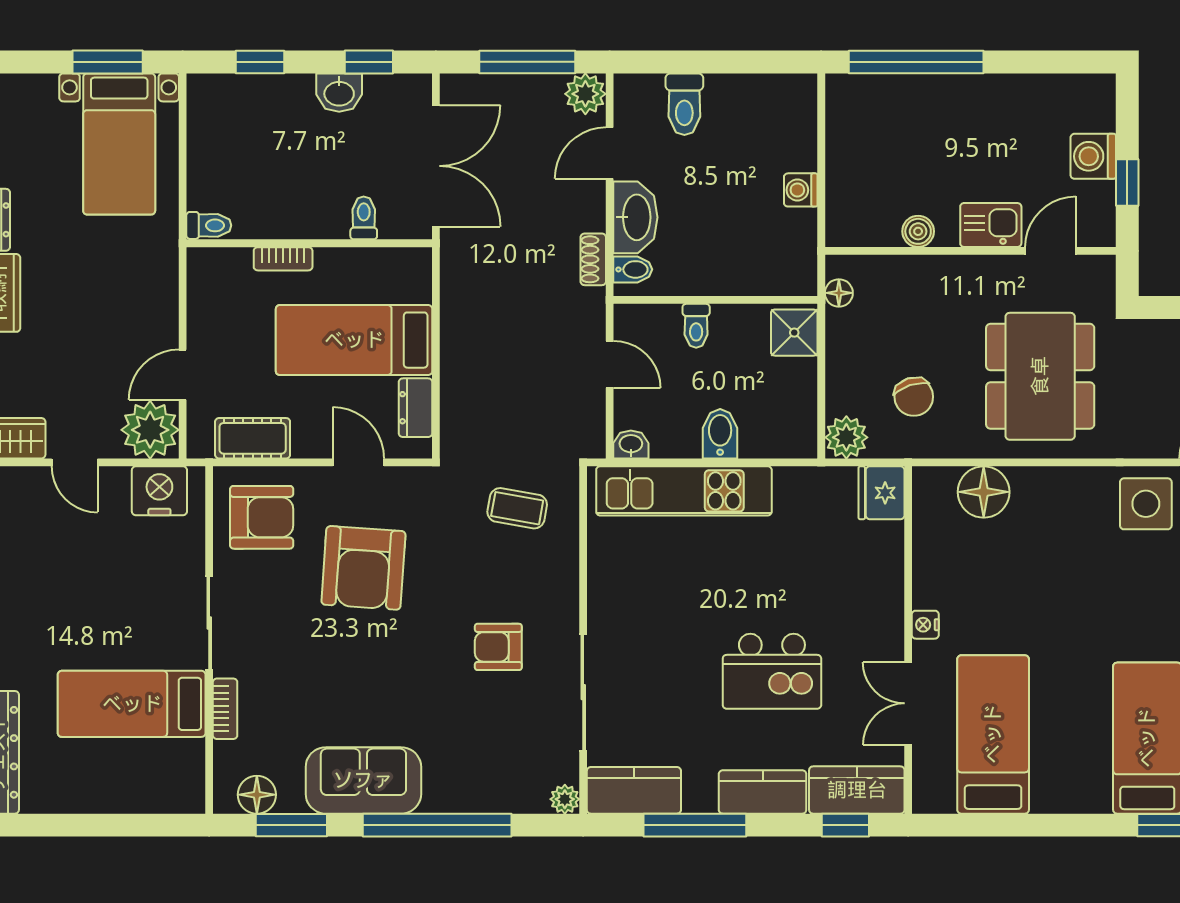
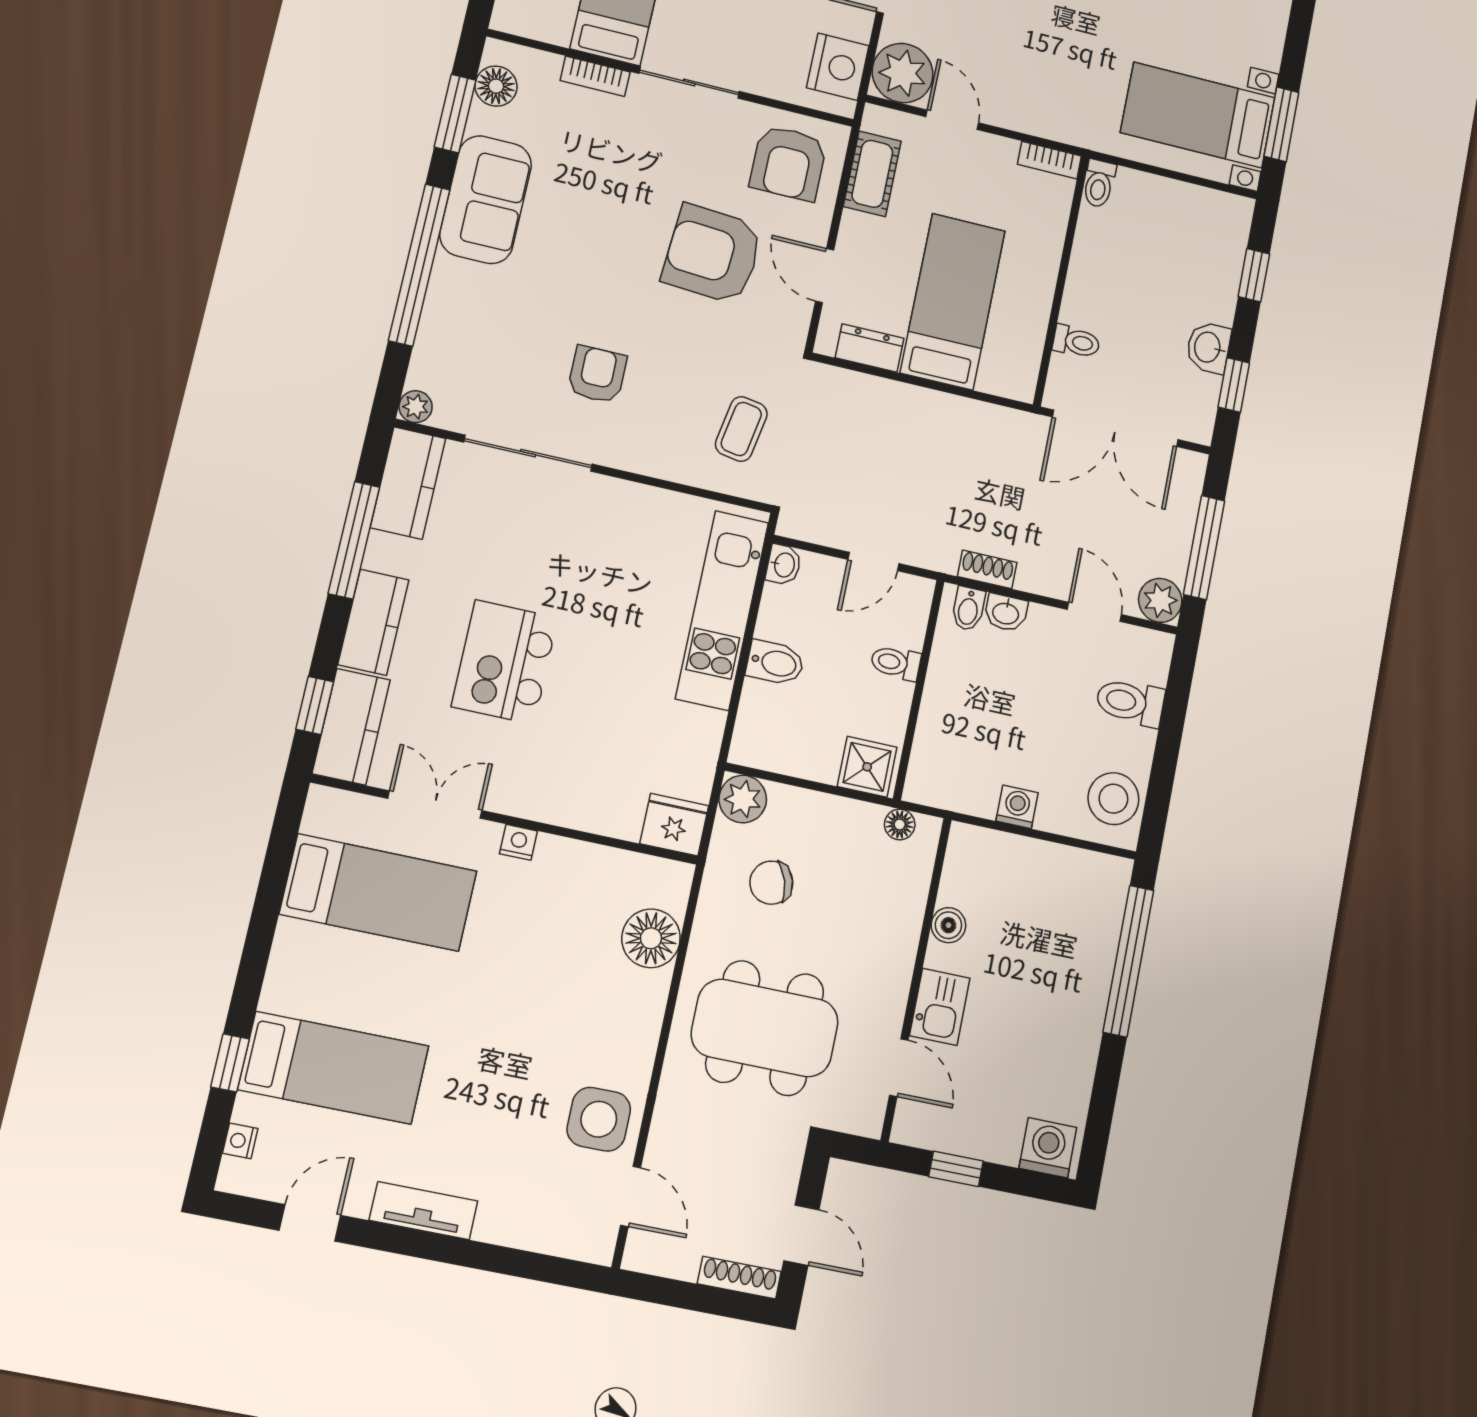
stool: (775, 103) -> (1113, 799), added
washing machine: (1093, 156) -> (1048, 1148), moved
washbasin: (635, 217) -> (1006, 613), width x0.52, depth x0.69
bookcase: (283, 259) -> (1049, 160), moved, turned -90
door: (358, 462) -> (825, 276), swing flipped

